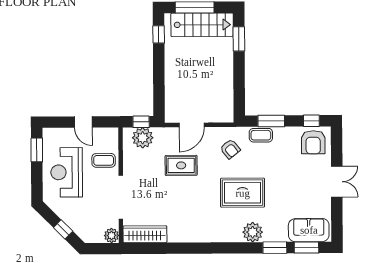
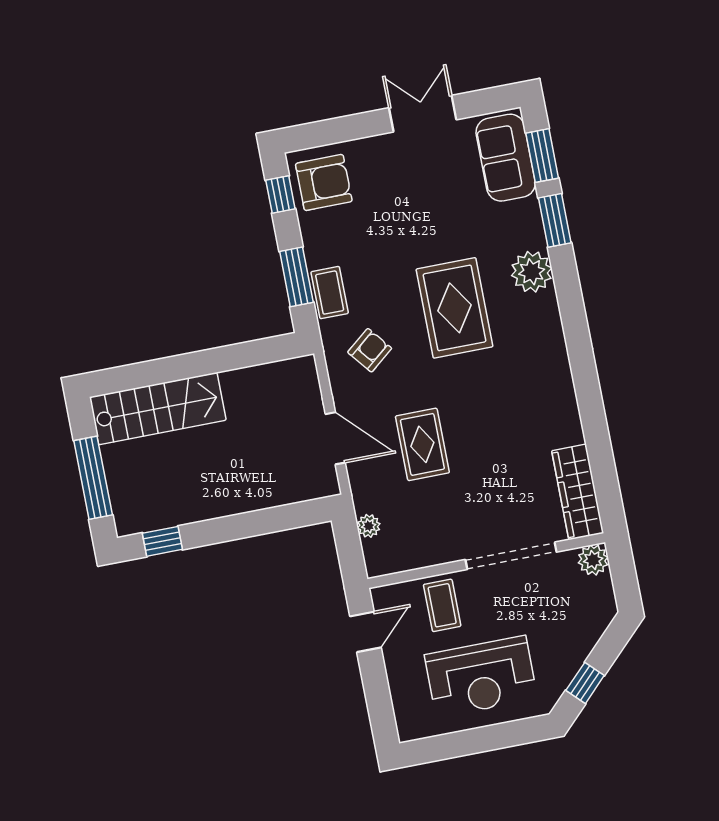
stairs: (202, 25) -> (158, 409), moved, turned 90
window: (239, 39) -> (140, 375), removed
door: (83, 122) -> (365, 632), moved
window: (141, 122) -> (348, 544), removed
plant: (143, 138) -> (369, 526), width x0.53, depth x0.53
window: (37, 150) -> (447, 746), removed
double door: (337, 182) -> (423, 114), moved
window: (63, 229) -> (585, 683), moved

